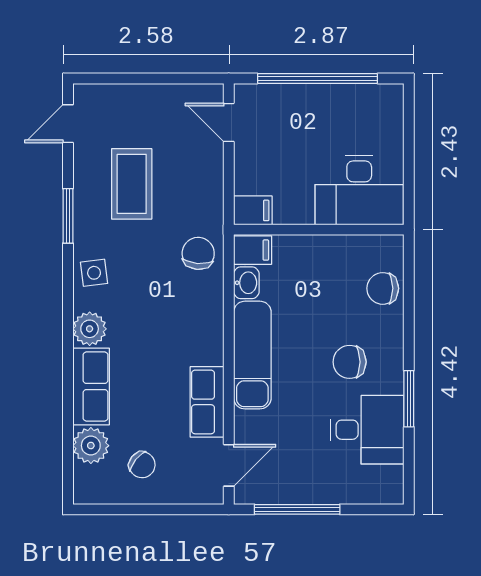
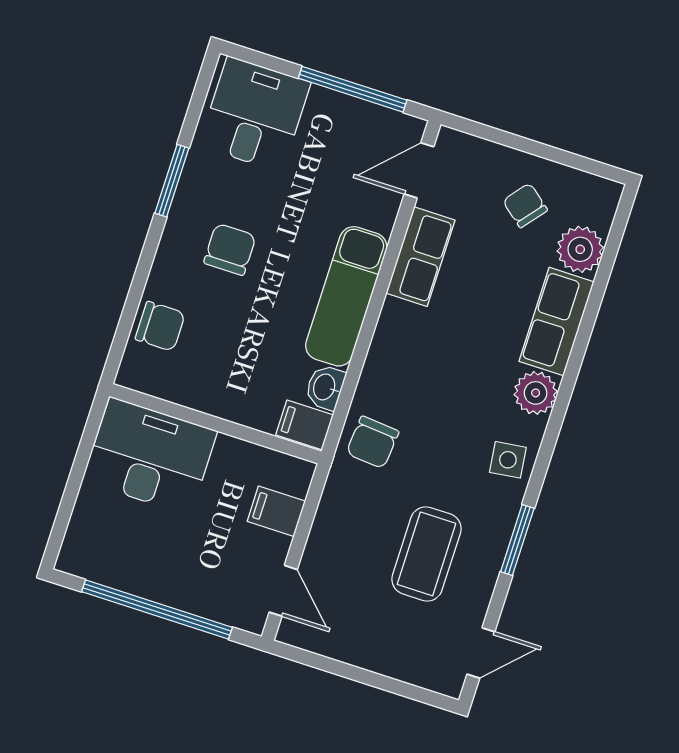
filing cabinet: (253, 210) -> (276, 511), moved
chair: (350, 362) -> (230, 249), turned -90
desk: (367, 430) -> (255, 114), moved, turned 90

